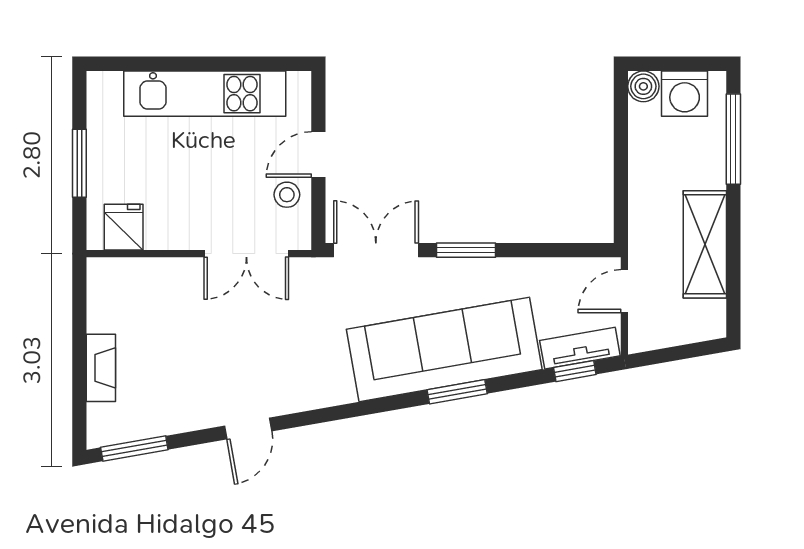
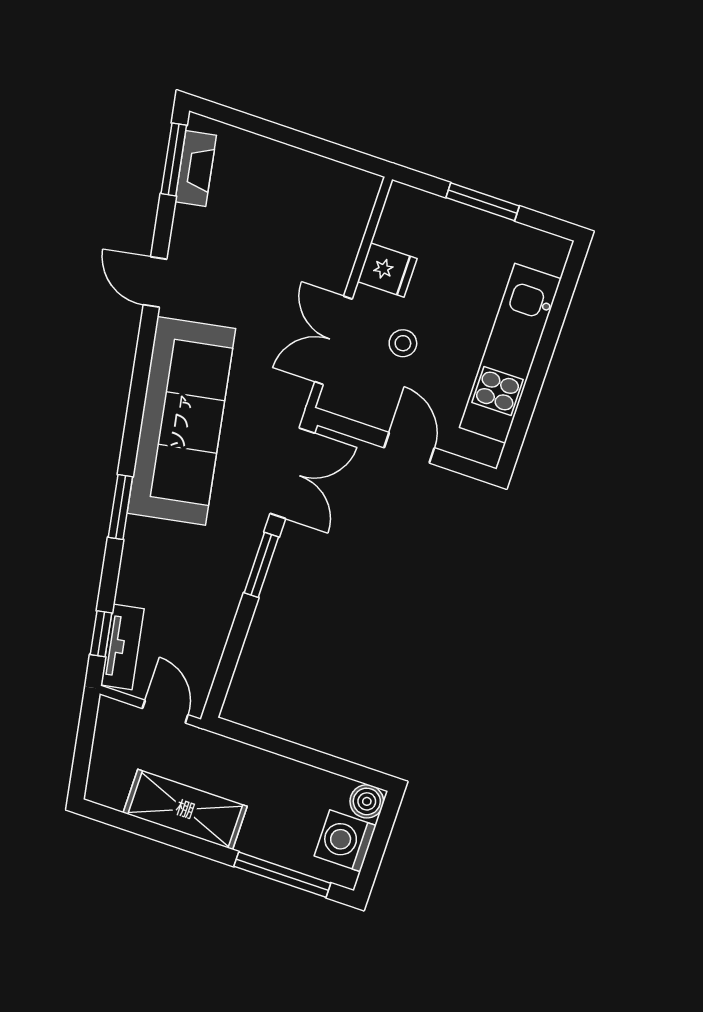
stool: (287, 195) -> (403, 343), moved
fridge: (124, 227) -> (387, 270), moved
sofa: (444, 349) -> (181, 421), moved
fireplace: (101, 368) -> (196, 168), moved, turned -100

